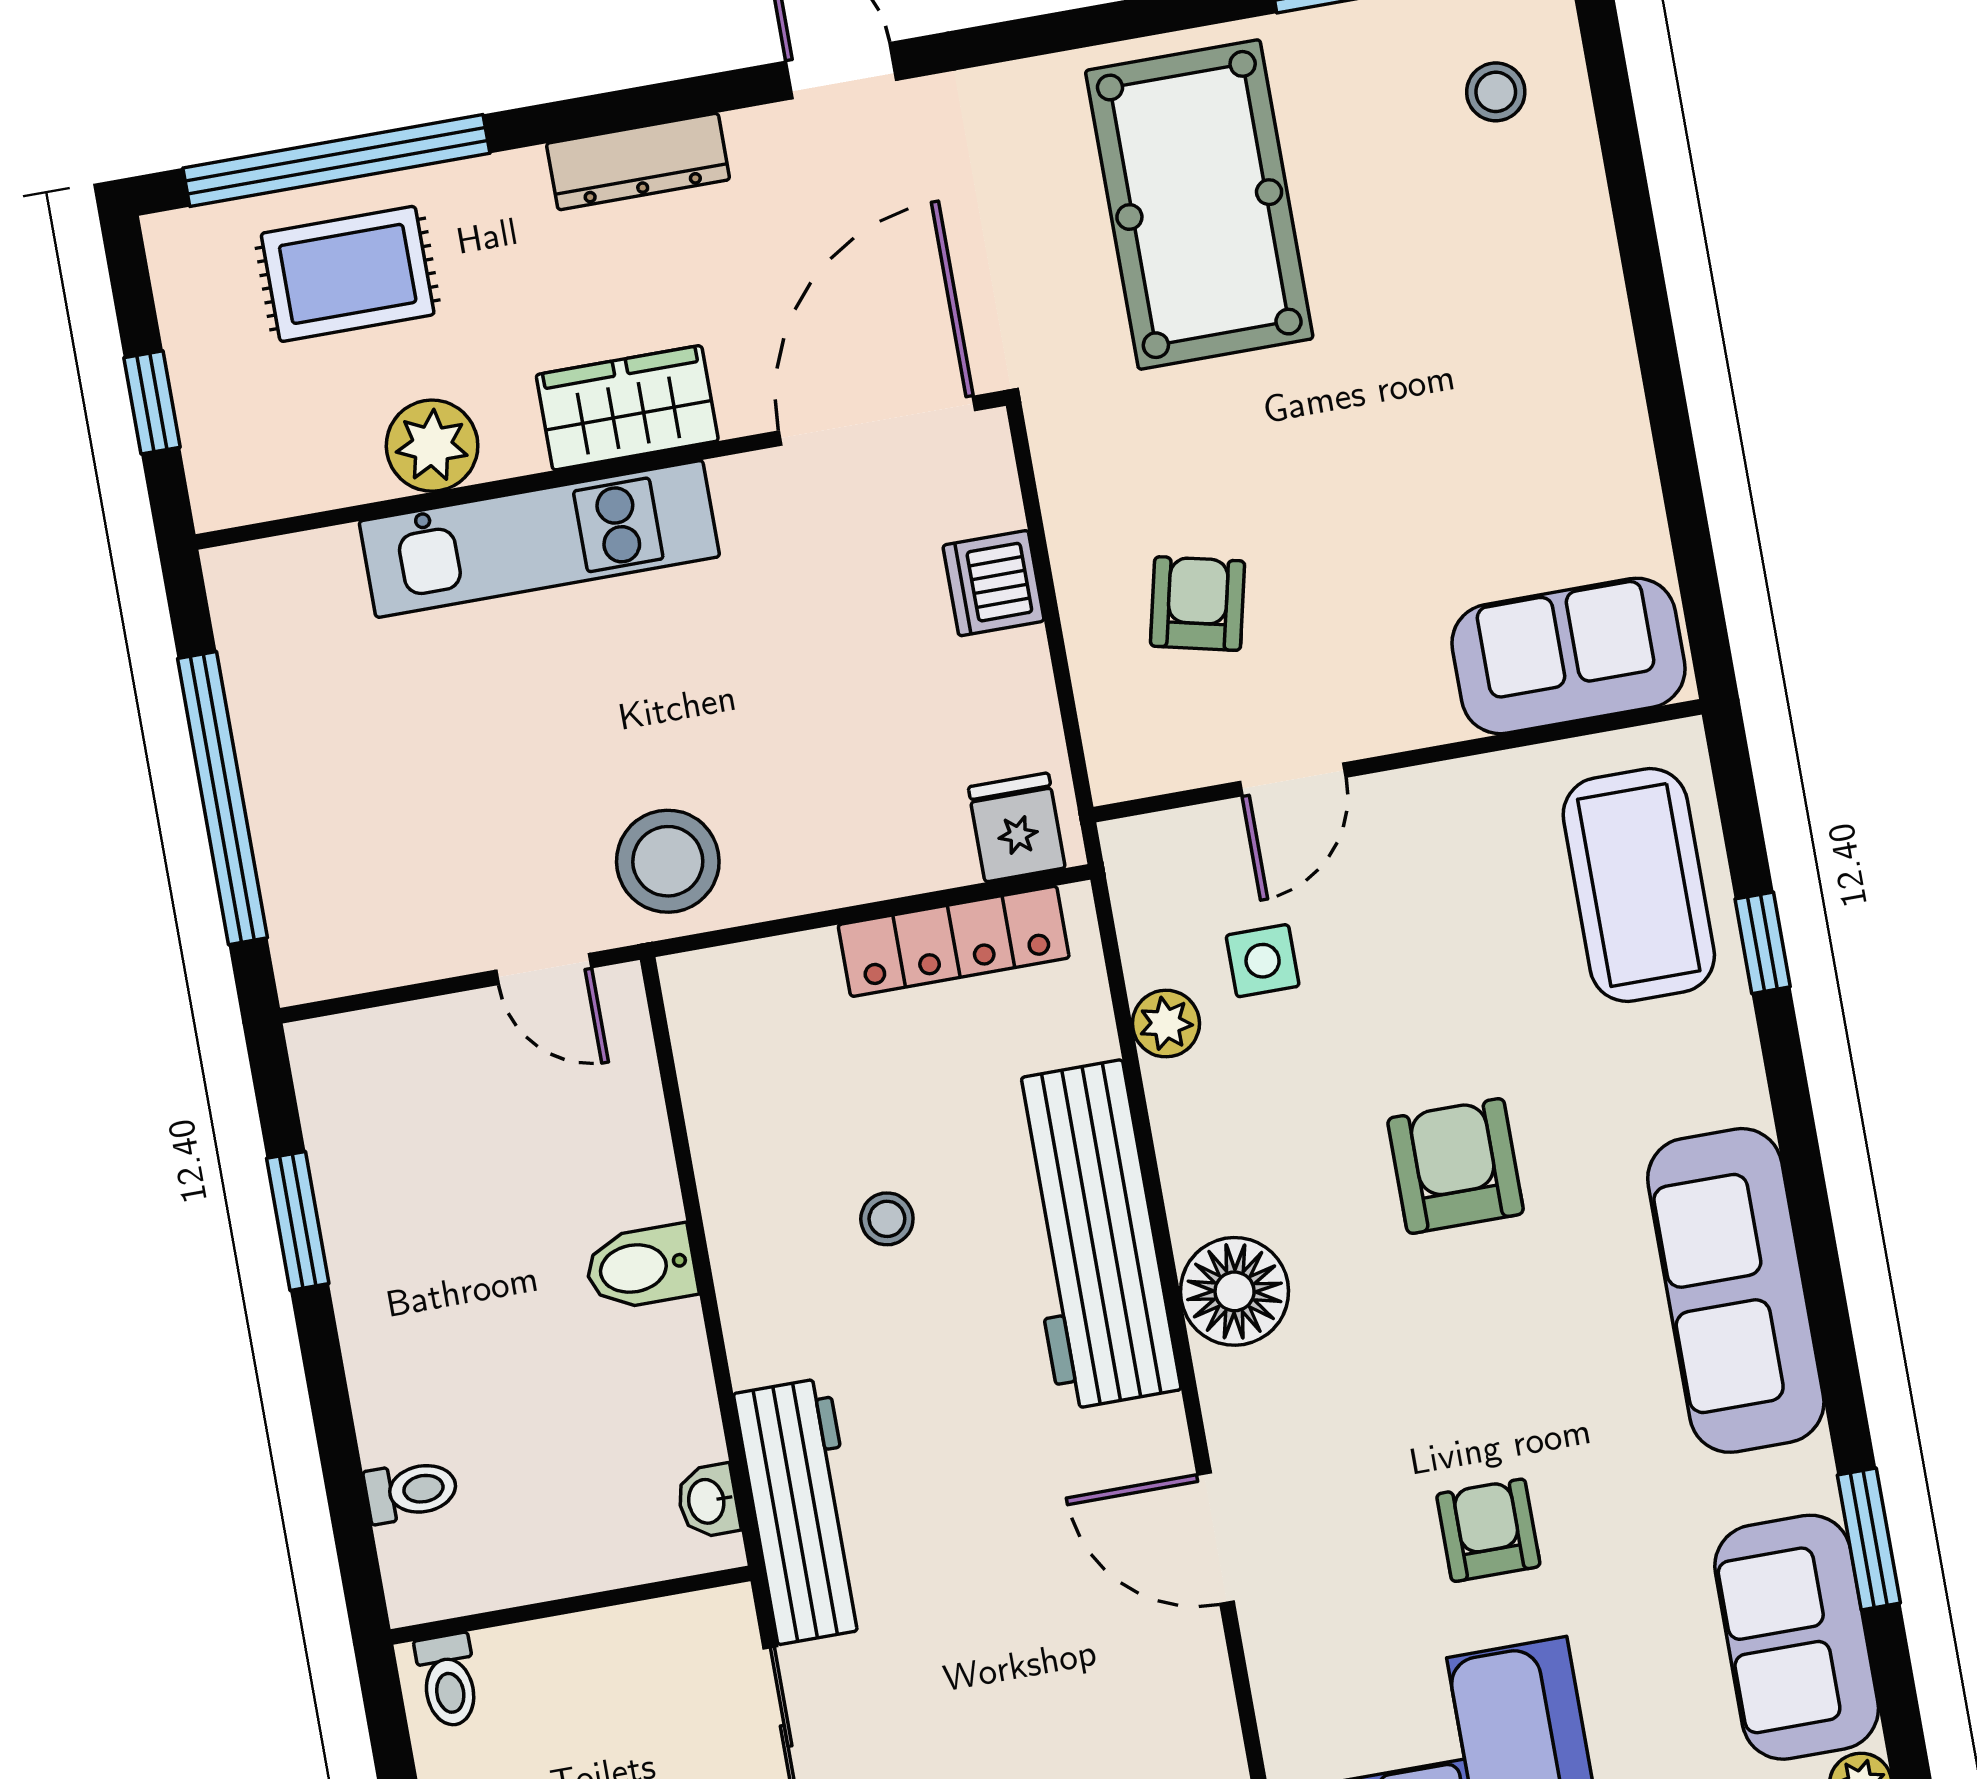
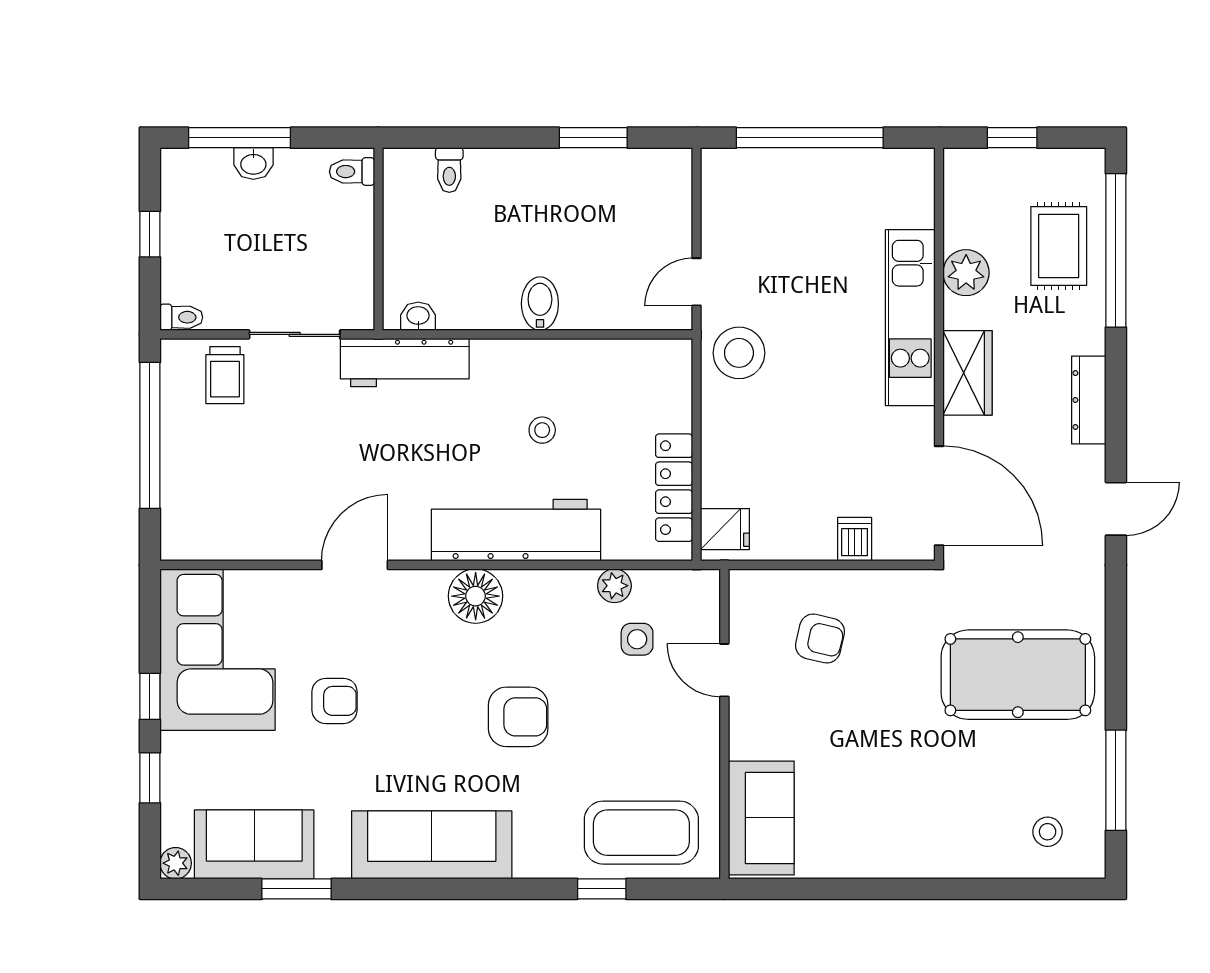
dishwasher: (993, 583) -> (855, 539), width x0.73

